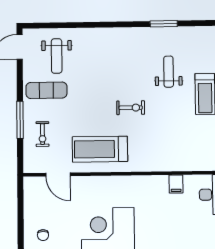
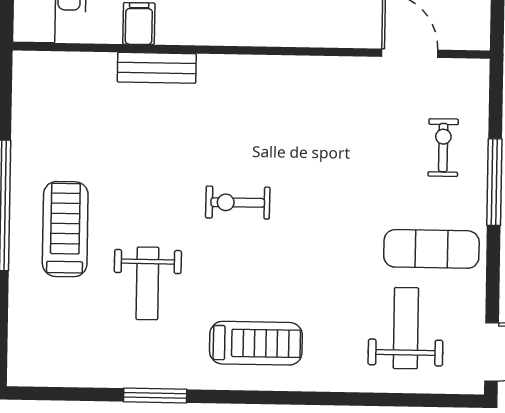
treadmill: (100, 149) -> (256, 343), moved, width x0.73, depth x0.73
bench: (168, 165) -> (157, 68), added

